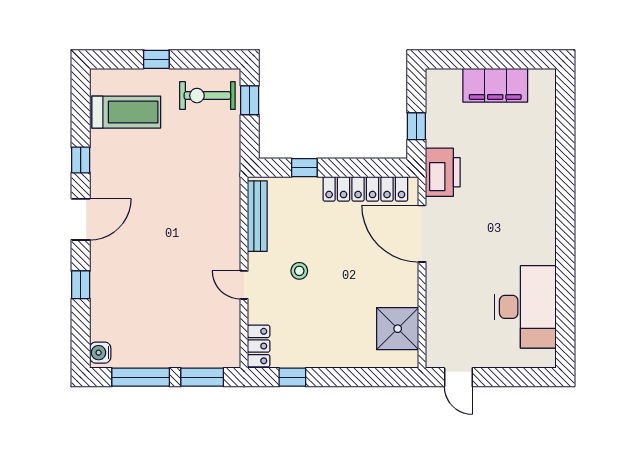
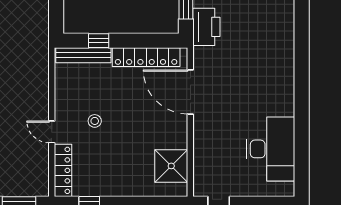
printer: (443, 172) -> (206, 27), moved
bench: (257, 216) -> (83, 55), moved, turned 90
locker: (259, 346) -> (63, 170), width x1.53

